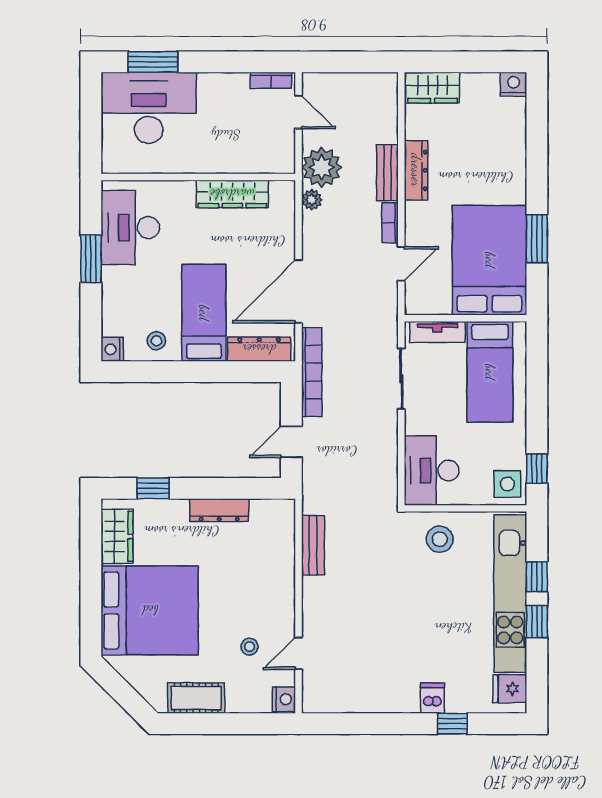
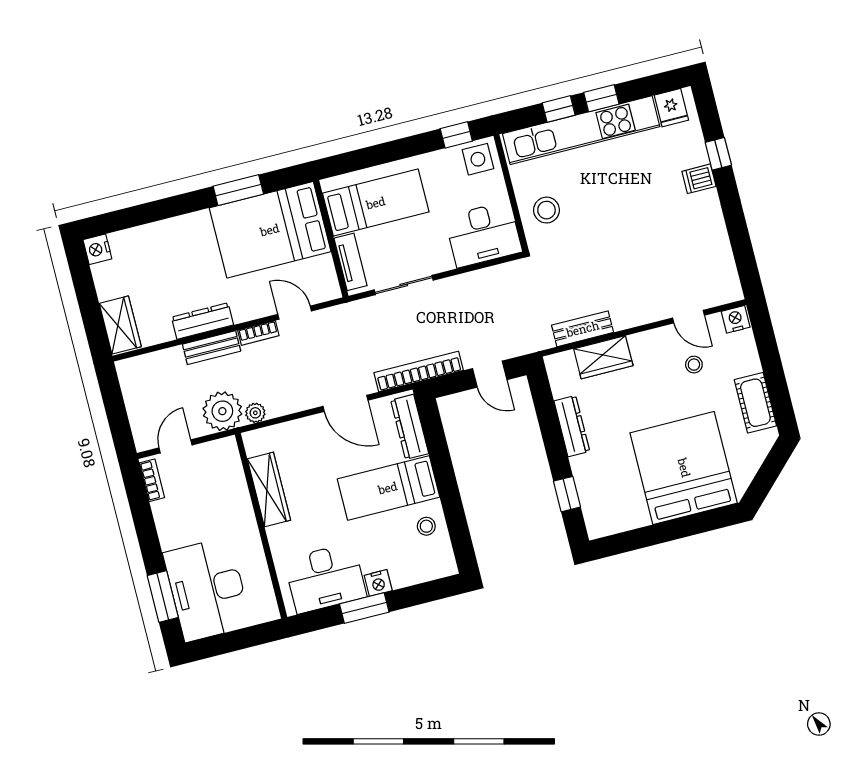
door: (298, 291) -> (346, 403), width x0.73
nightstand: (112, 349) -> (378, 583), moved
wardrobe: (117, 536) -> (603, 357), moved, turned 180

